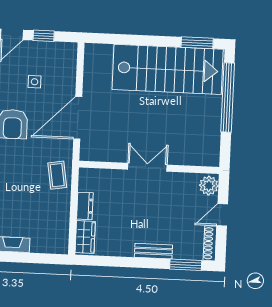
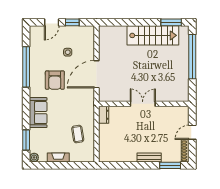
stairs: (168, 69) -> (153, 35), width x0.73, depth x0.66
coffee table: (57, 175) -> (78, 134), moved
plant: (209, 186) -> (183, 114), removed
dresser: (85, 206) -> (104, 115), moved
wardrobe: (85, 237) -> (105, 151), removed

